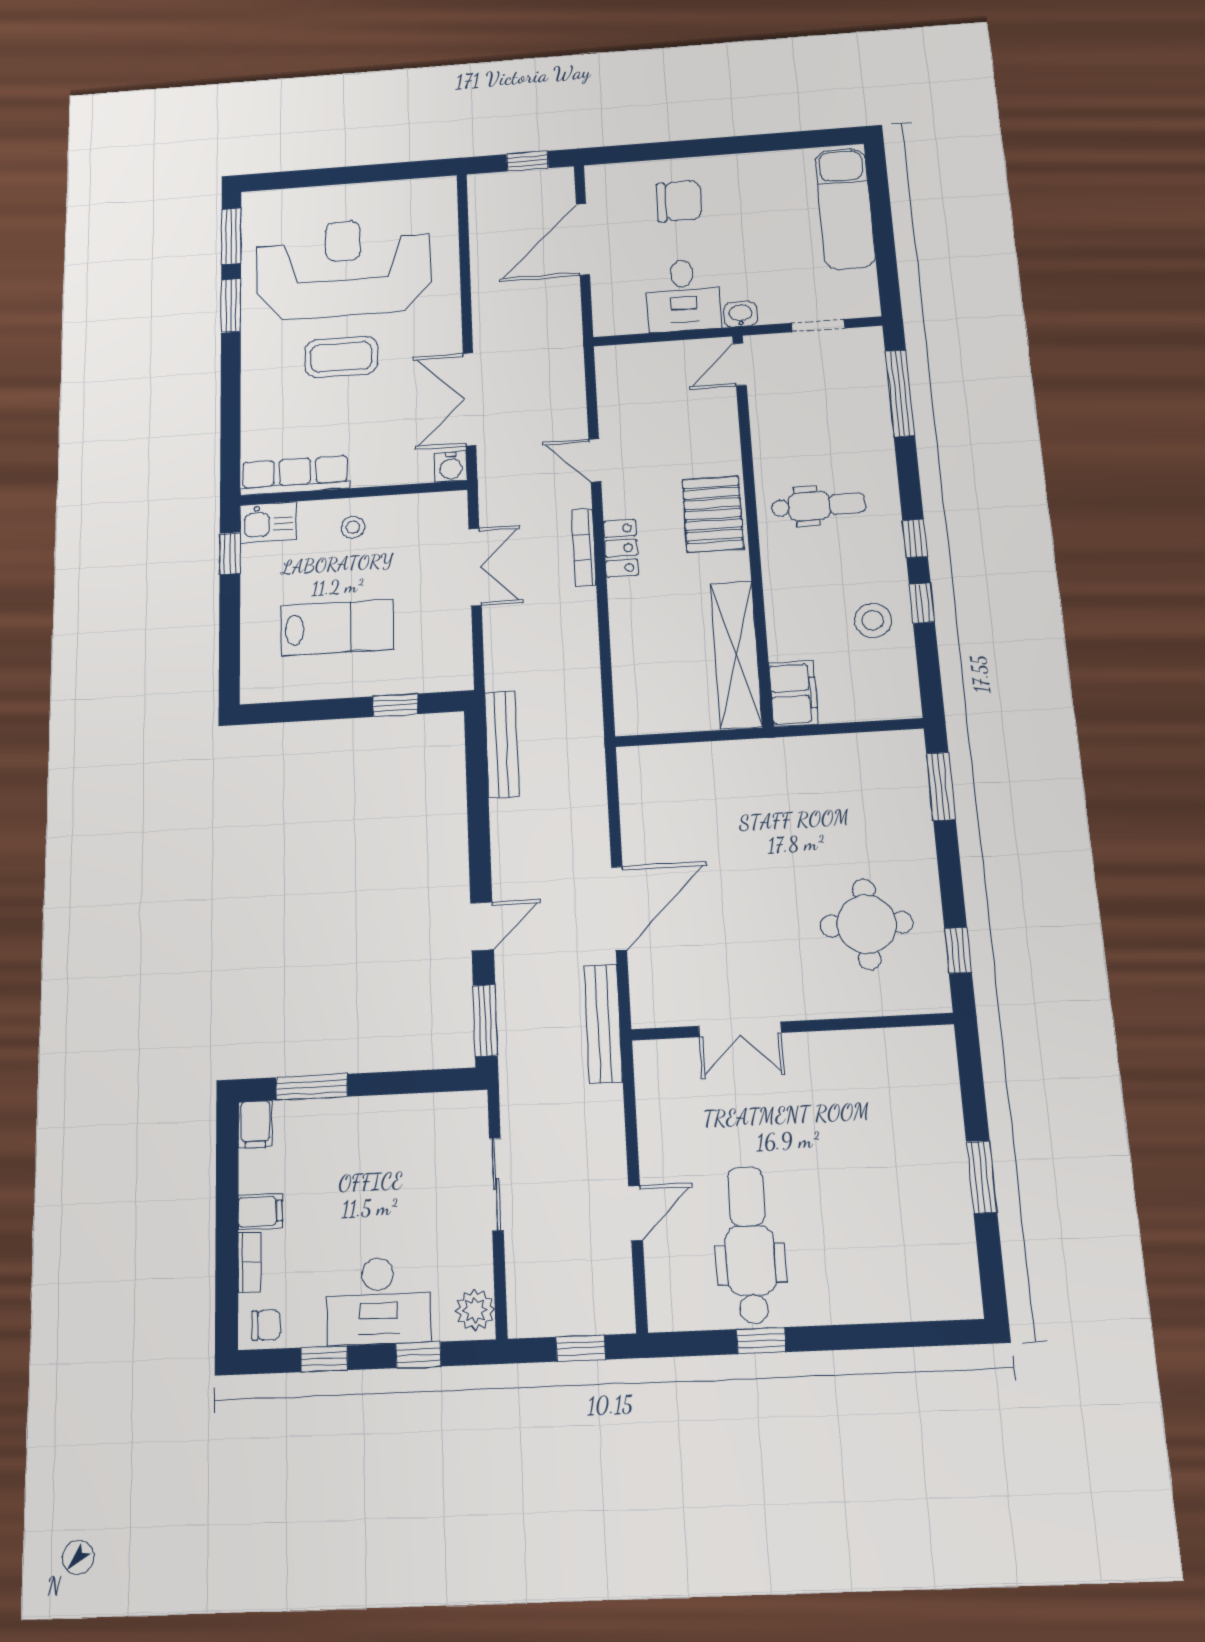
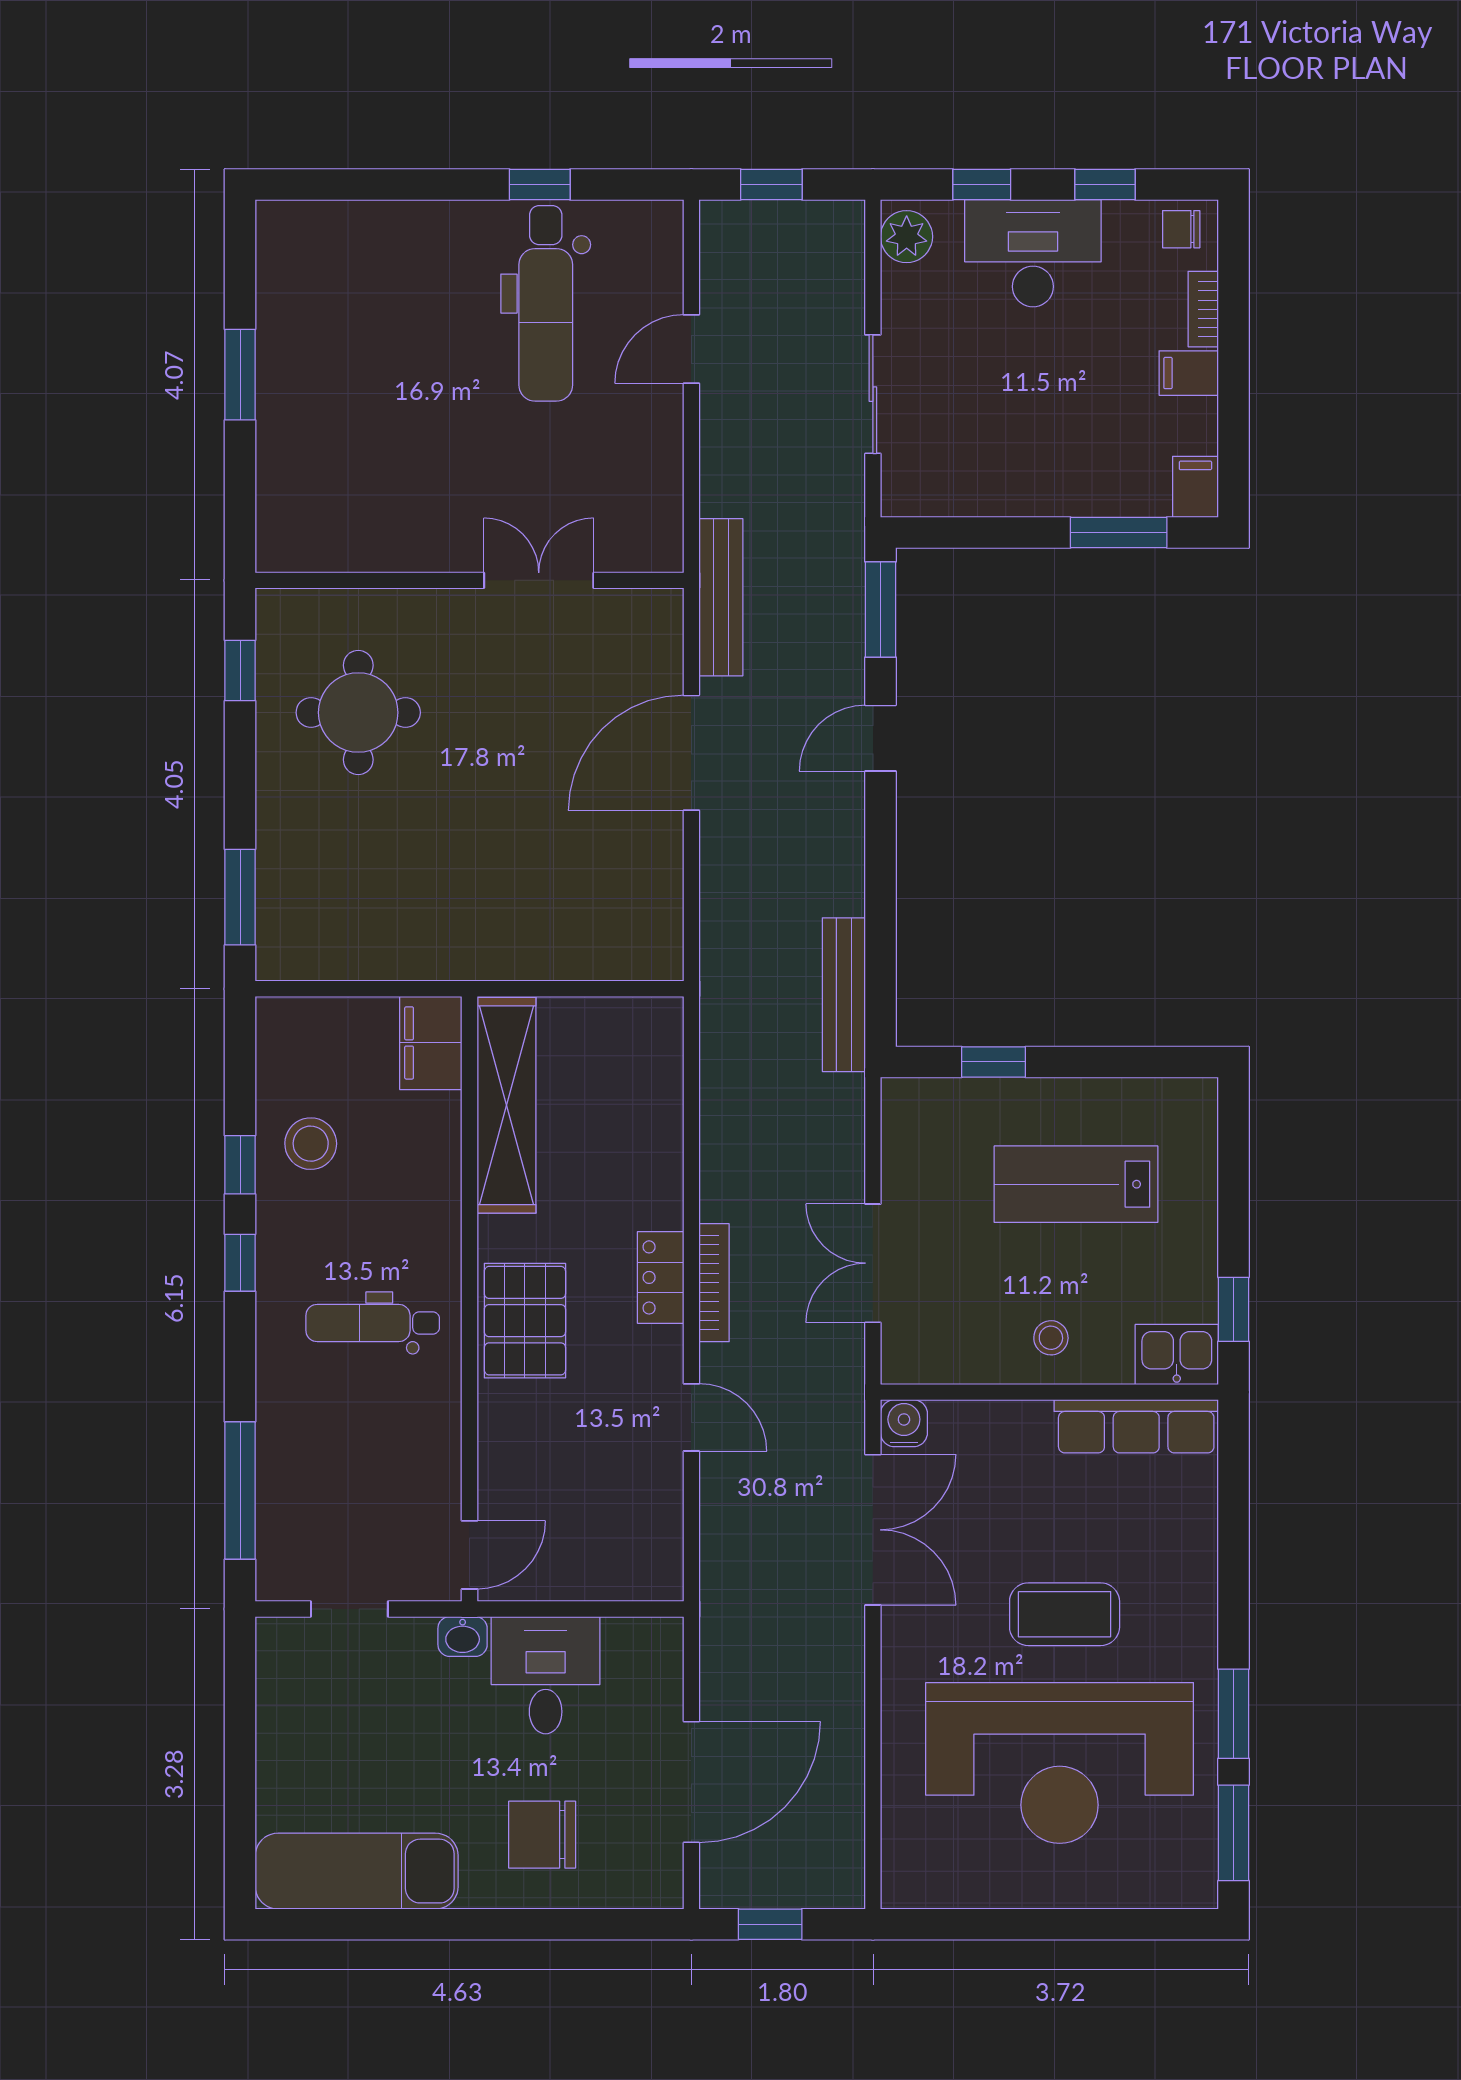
exam couch: (845, 209) -> (357, 1871), moved, turned -90

